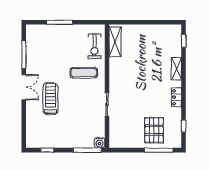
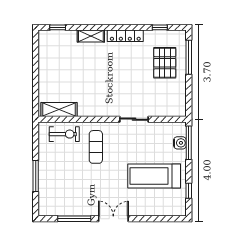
locker: (177, 97) -> (125, 36), width x1.53
treadmill: (50, 99) -> (154, 176), moved, width x1.37, depth x1.38
pallet: (154, 130) -> (165, 63), turned 90
water cooler: (99, 143) -> (180, 143), moved

